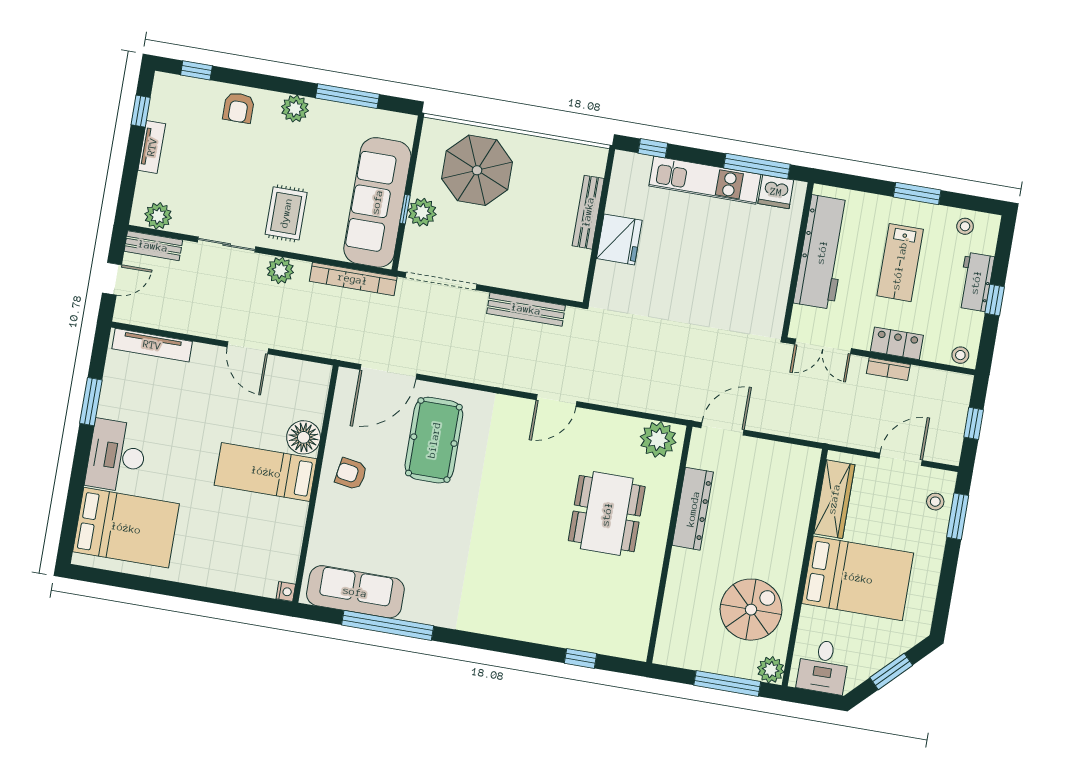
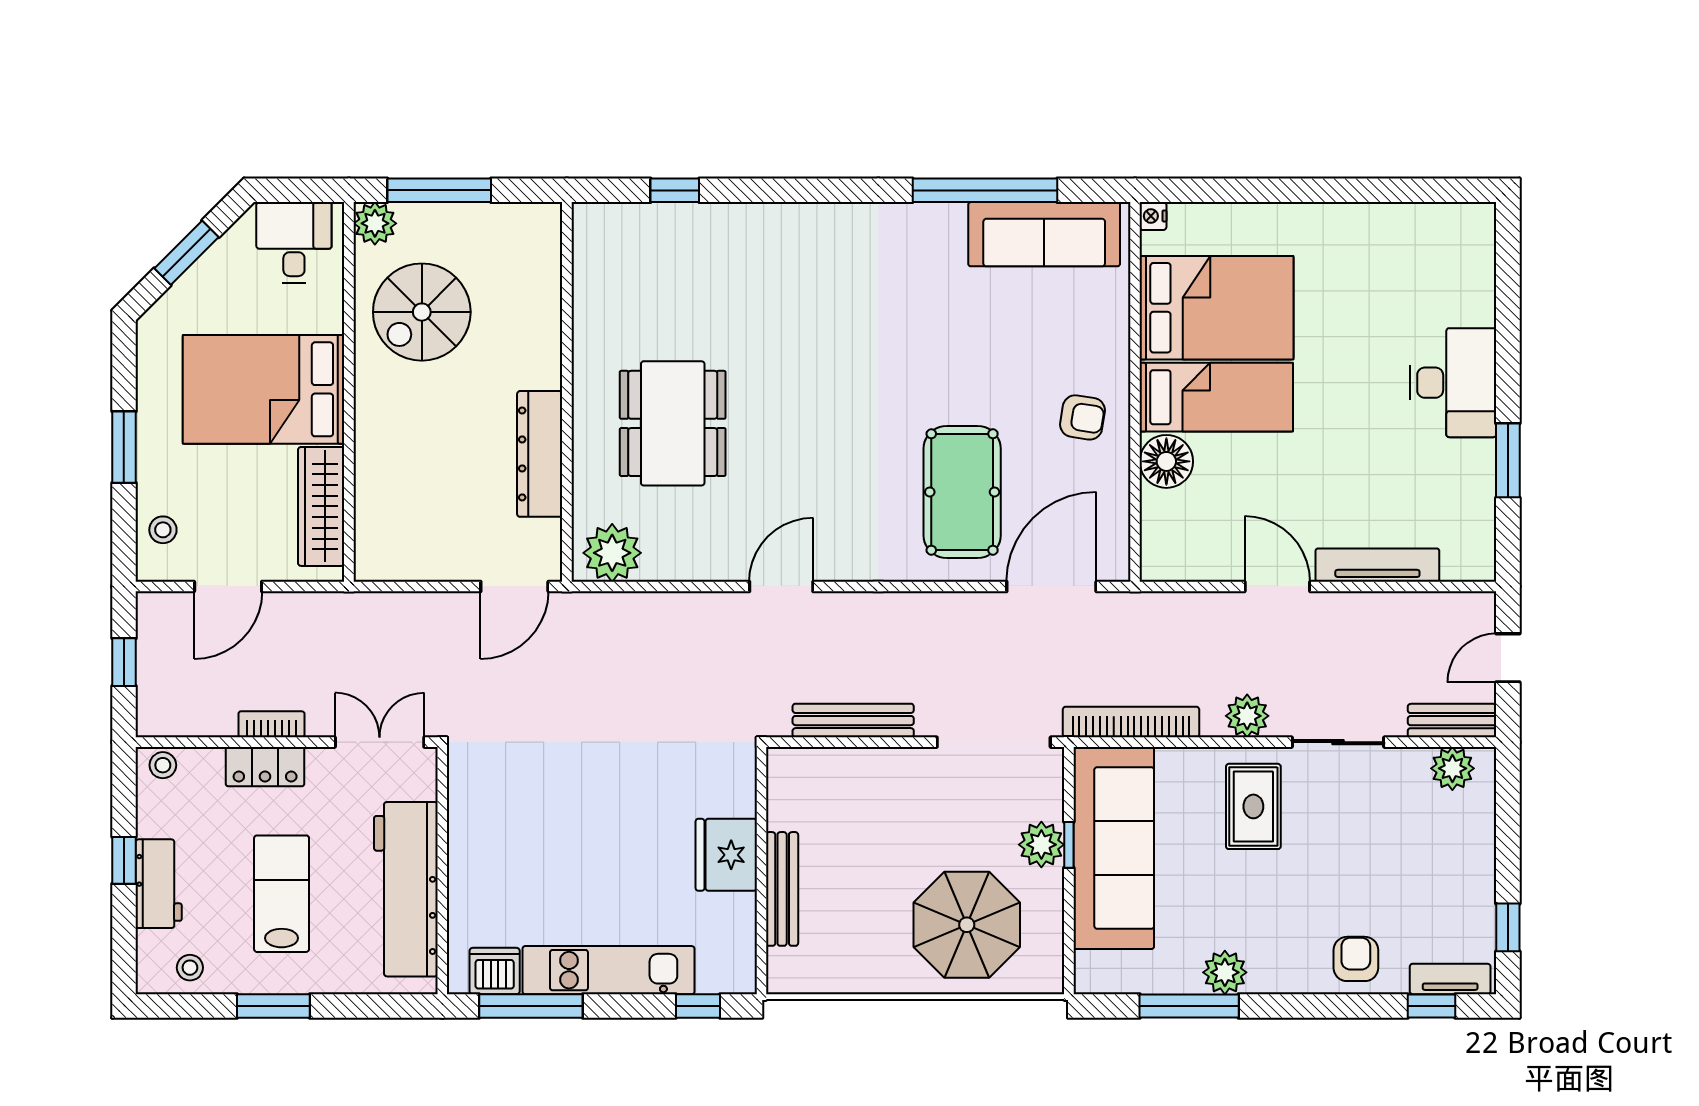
plant: (295, 109) -> (1225, 972), moved
tv unit: (152, 147) -> (1450, 979), moved, turned 90
tv unit: (152, 345) -> (1377, 565), moved
window: (958, 516) -> (124, 447), moved
bed: (126, 528) -> (1217, 308), moved, turned 180

